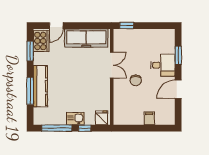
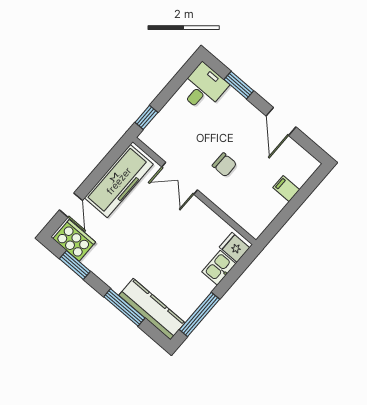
double door: (112, 65) -> (180, 178), swing flipped
desk: (163, 65) -> (203, 88), moved
kitchen counter: (40, 86) -> (152, 309), moved
kitchen sink: (75, 119) -> (219, 268), moved
window: (85, 128) -> (229, 280), removed

